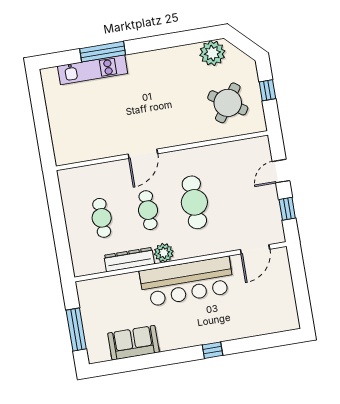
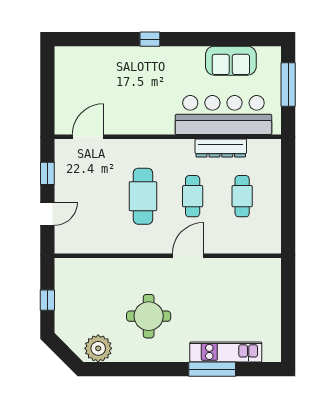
round table: (228, 103) -> (149, 316), moved, turned -34
plant: (164, 253) -> (184, 149), removed
bar counter: (187, 282) -> (223, 115), moved

